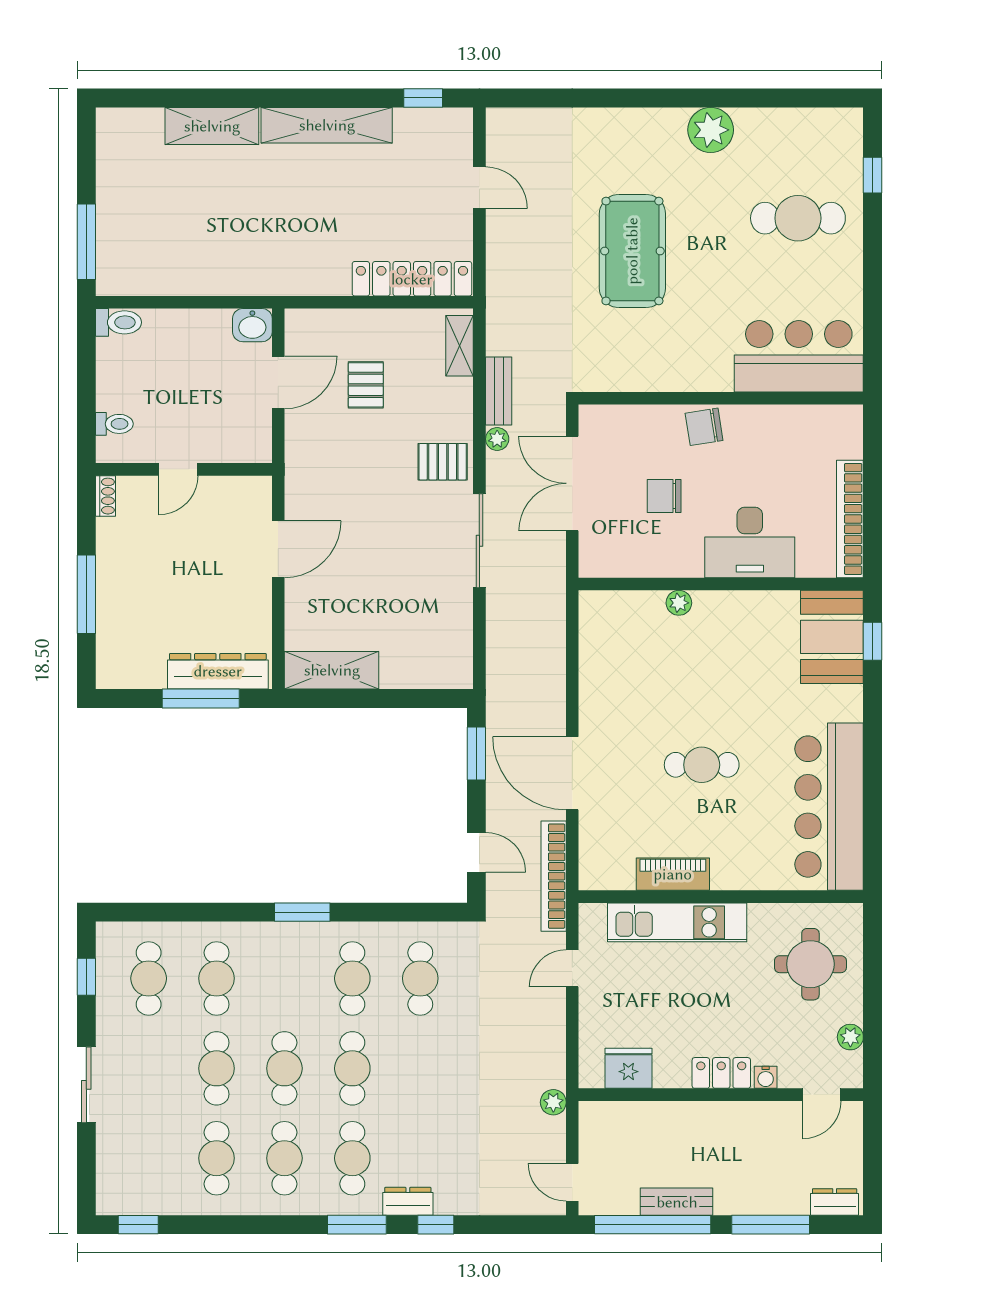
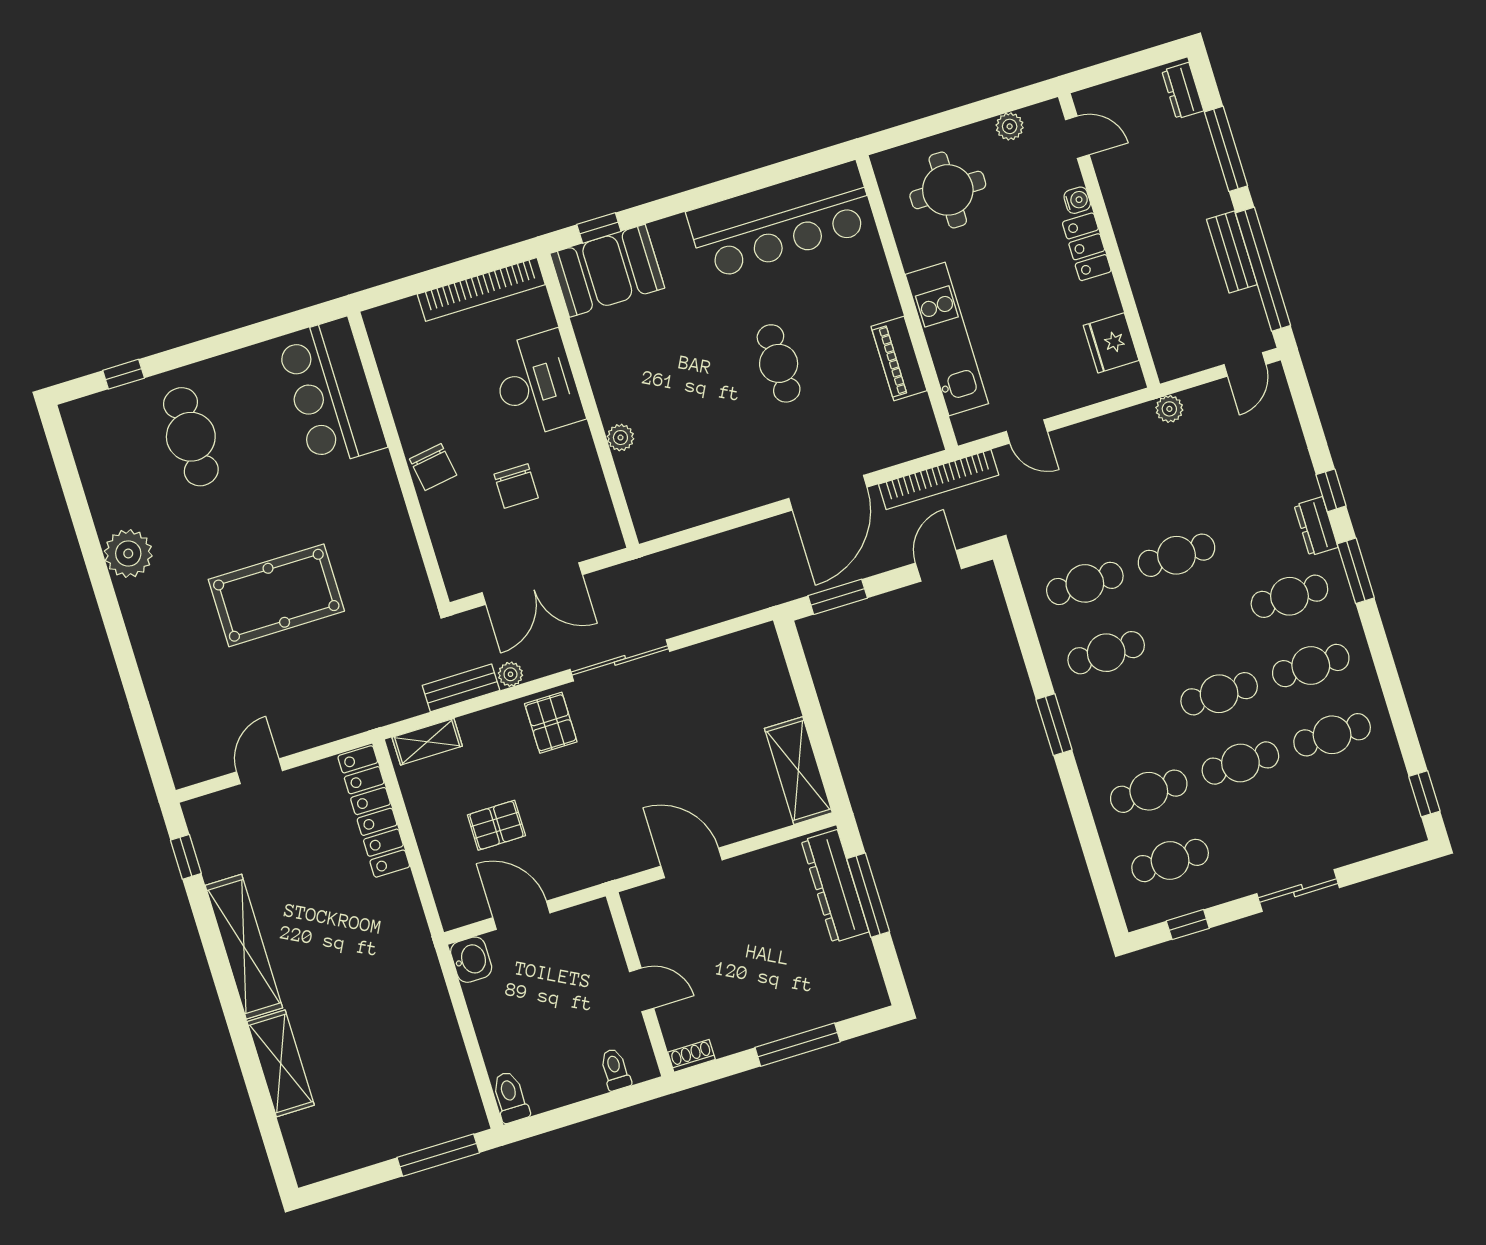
cafe table: (352, 1068) -> (1176, 555), moved

